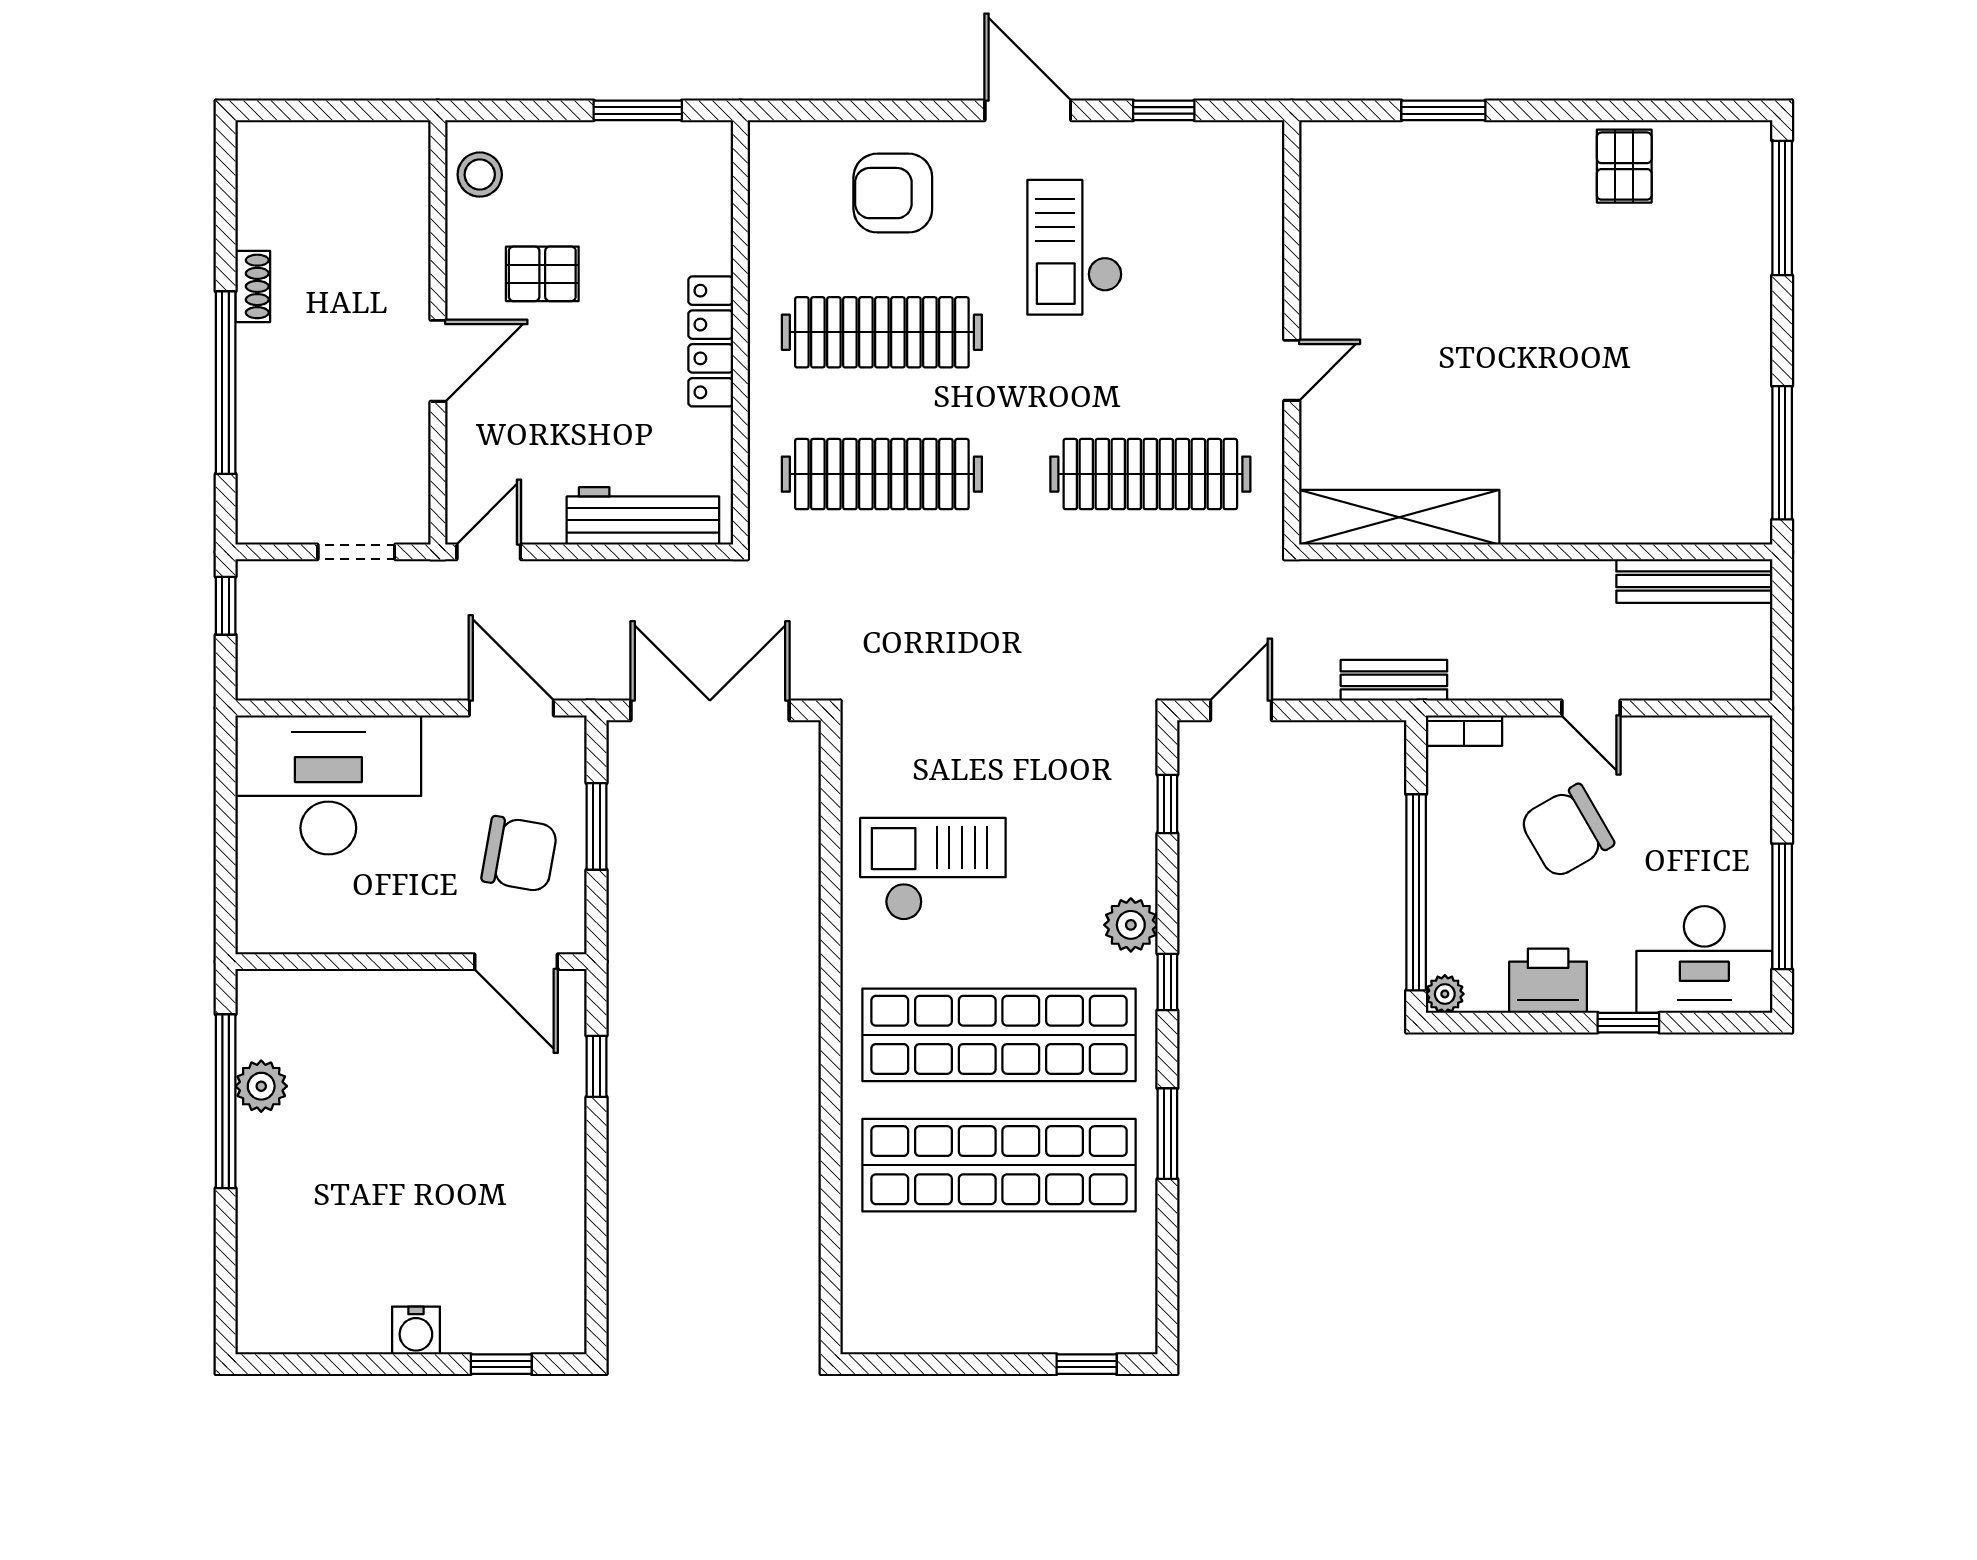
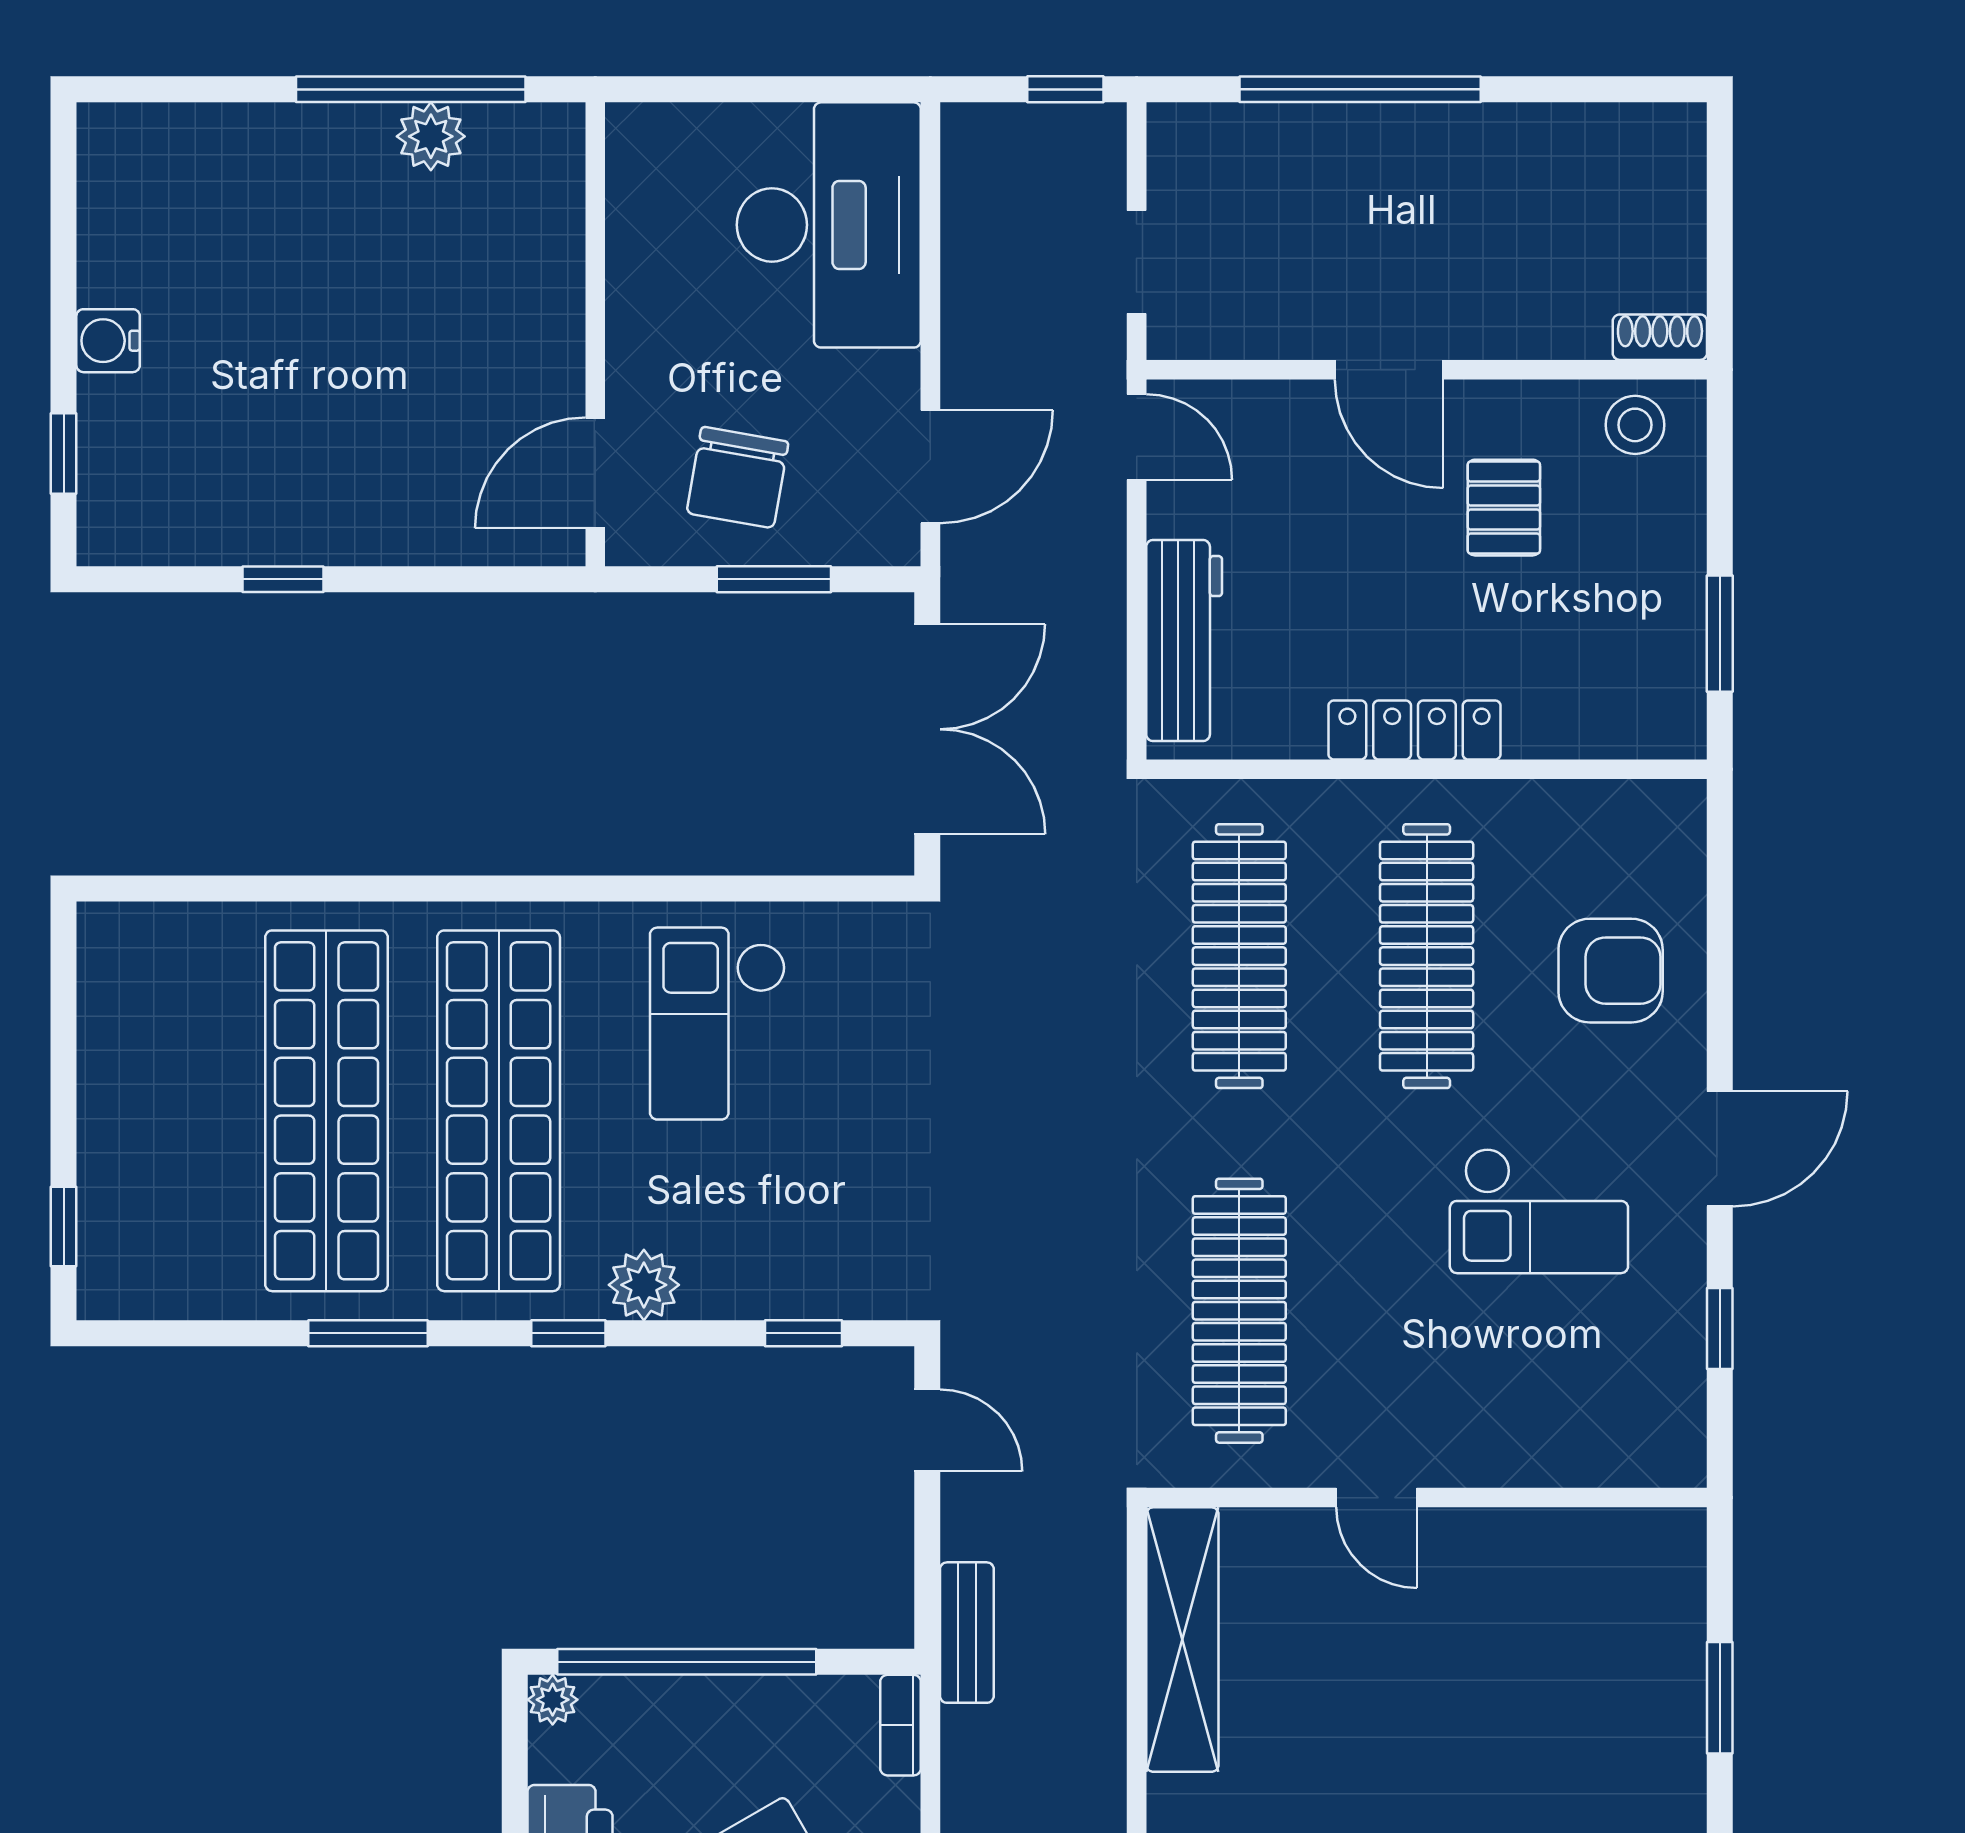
armchair: (893, 193) -> (1611, 971), turned 90
checkout: (1075, 247) -> (1539, 1211), turned 180
shoe rack: (253, 286) -> (1660, 337), moved, turned 180
checkout: (933, 869) -> (718, 1024), turned 180
window: (596, 1066) -> (283, 579), moved

